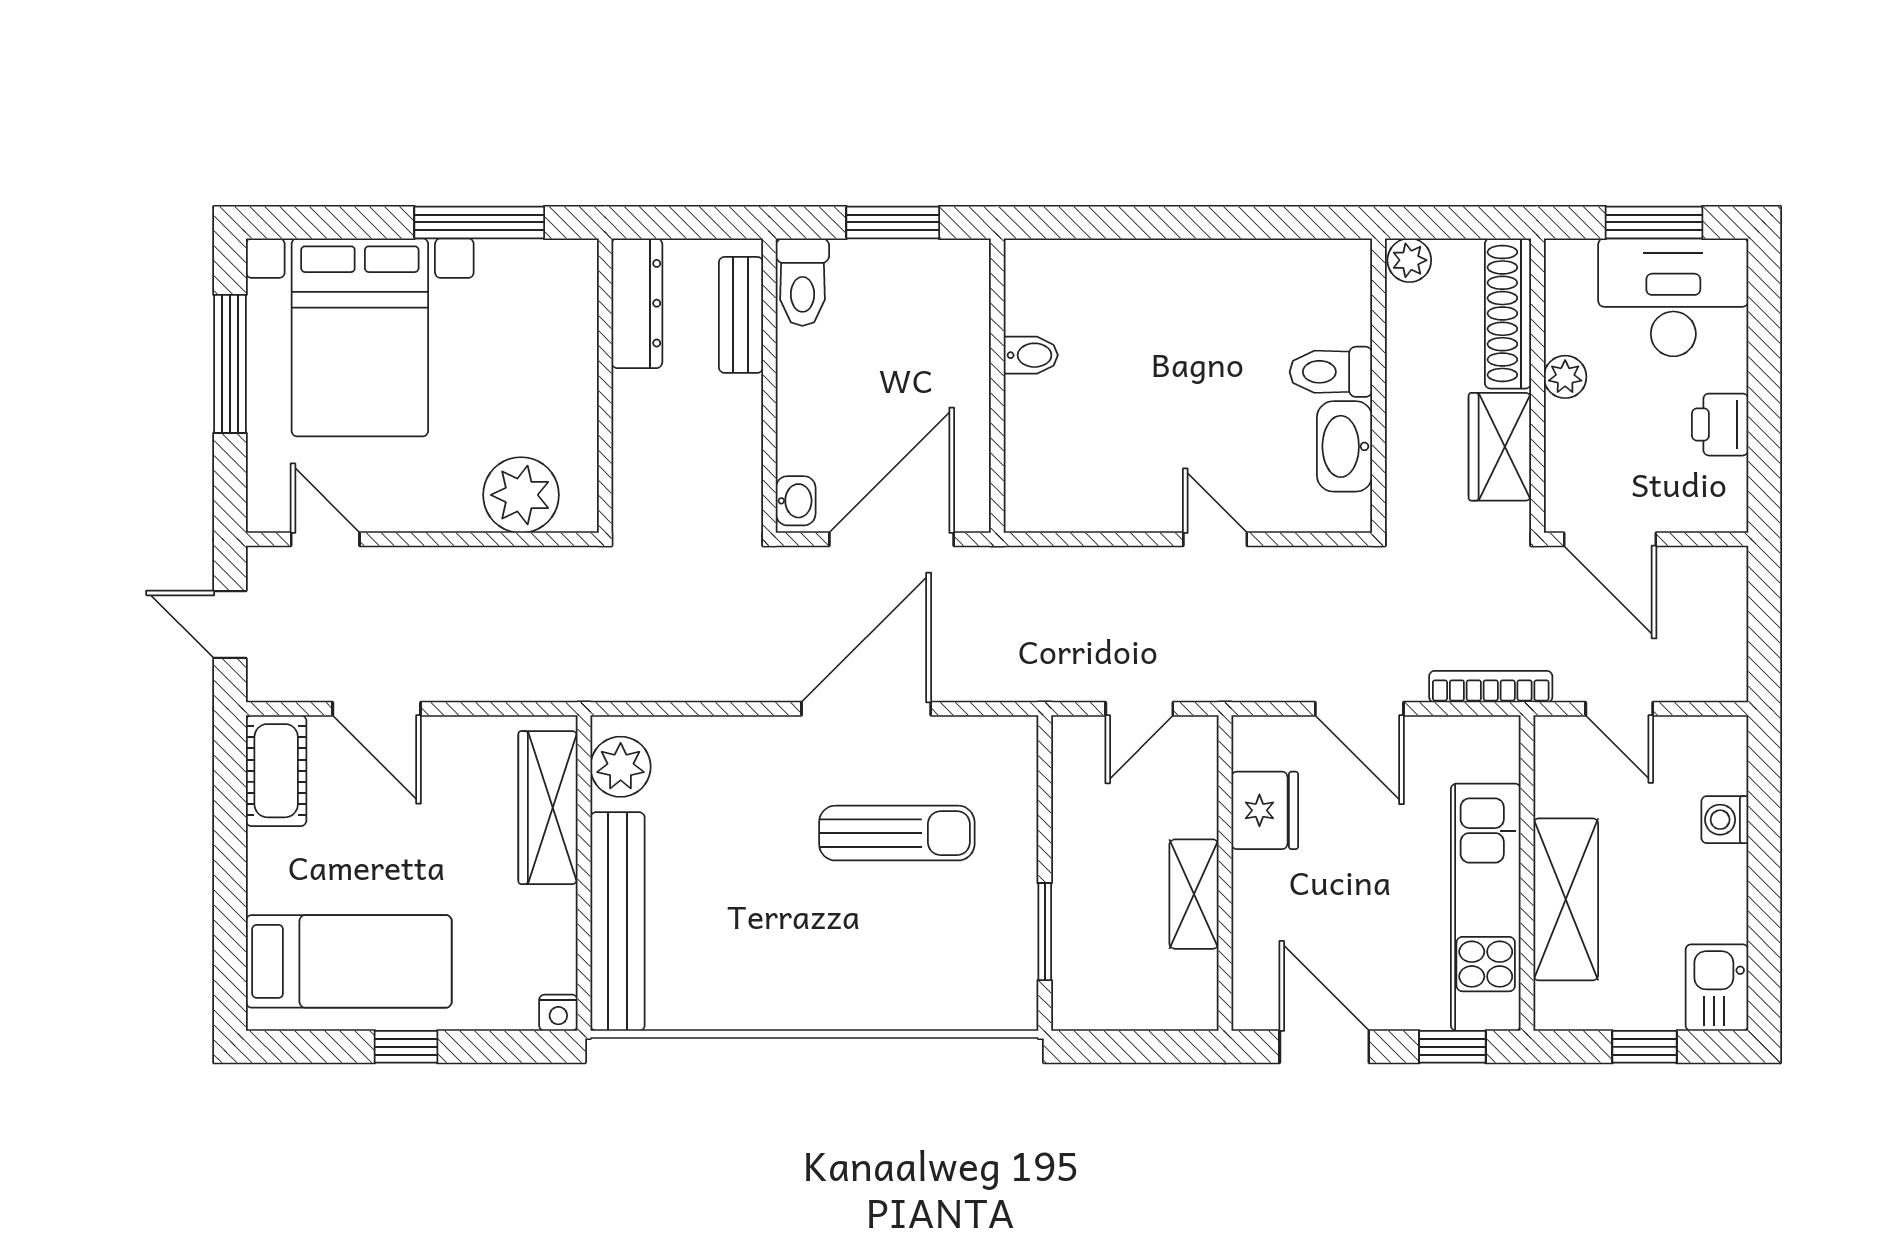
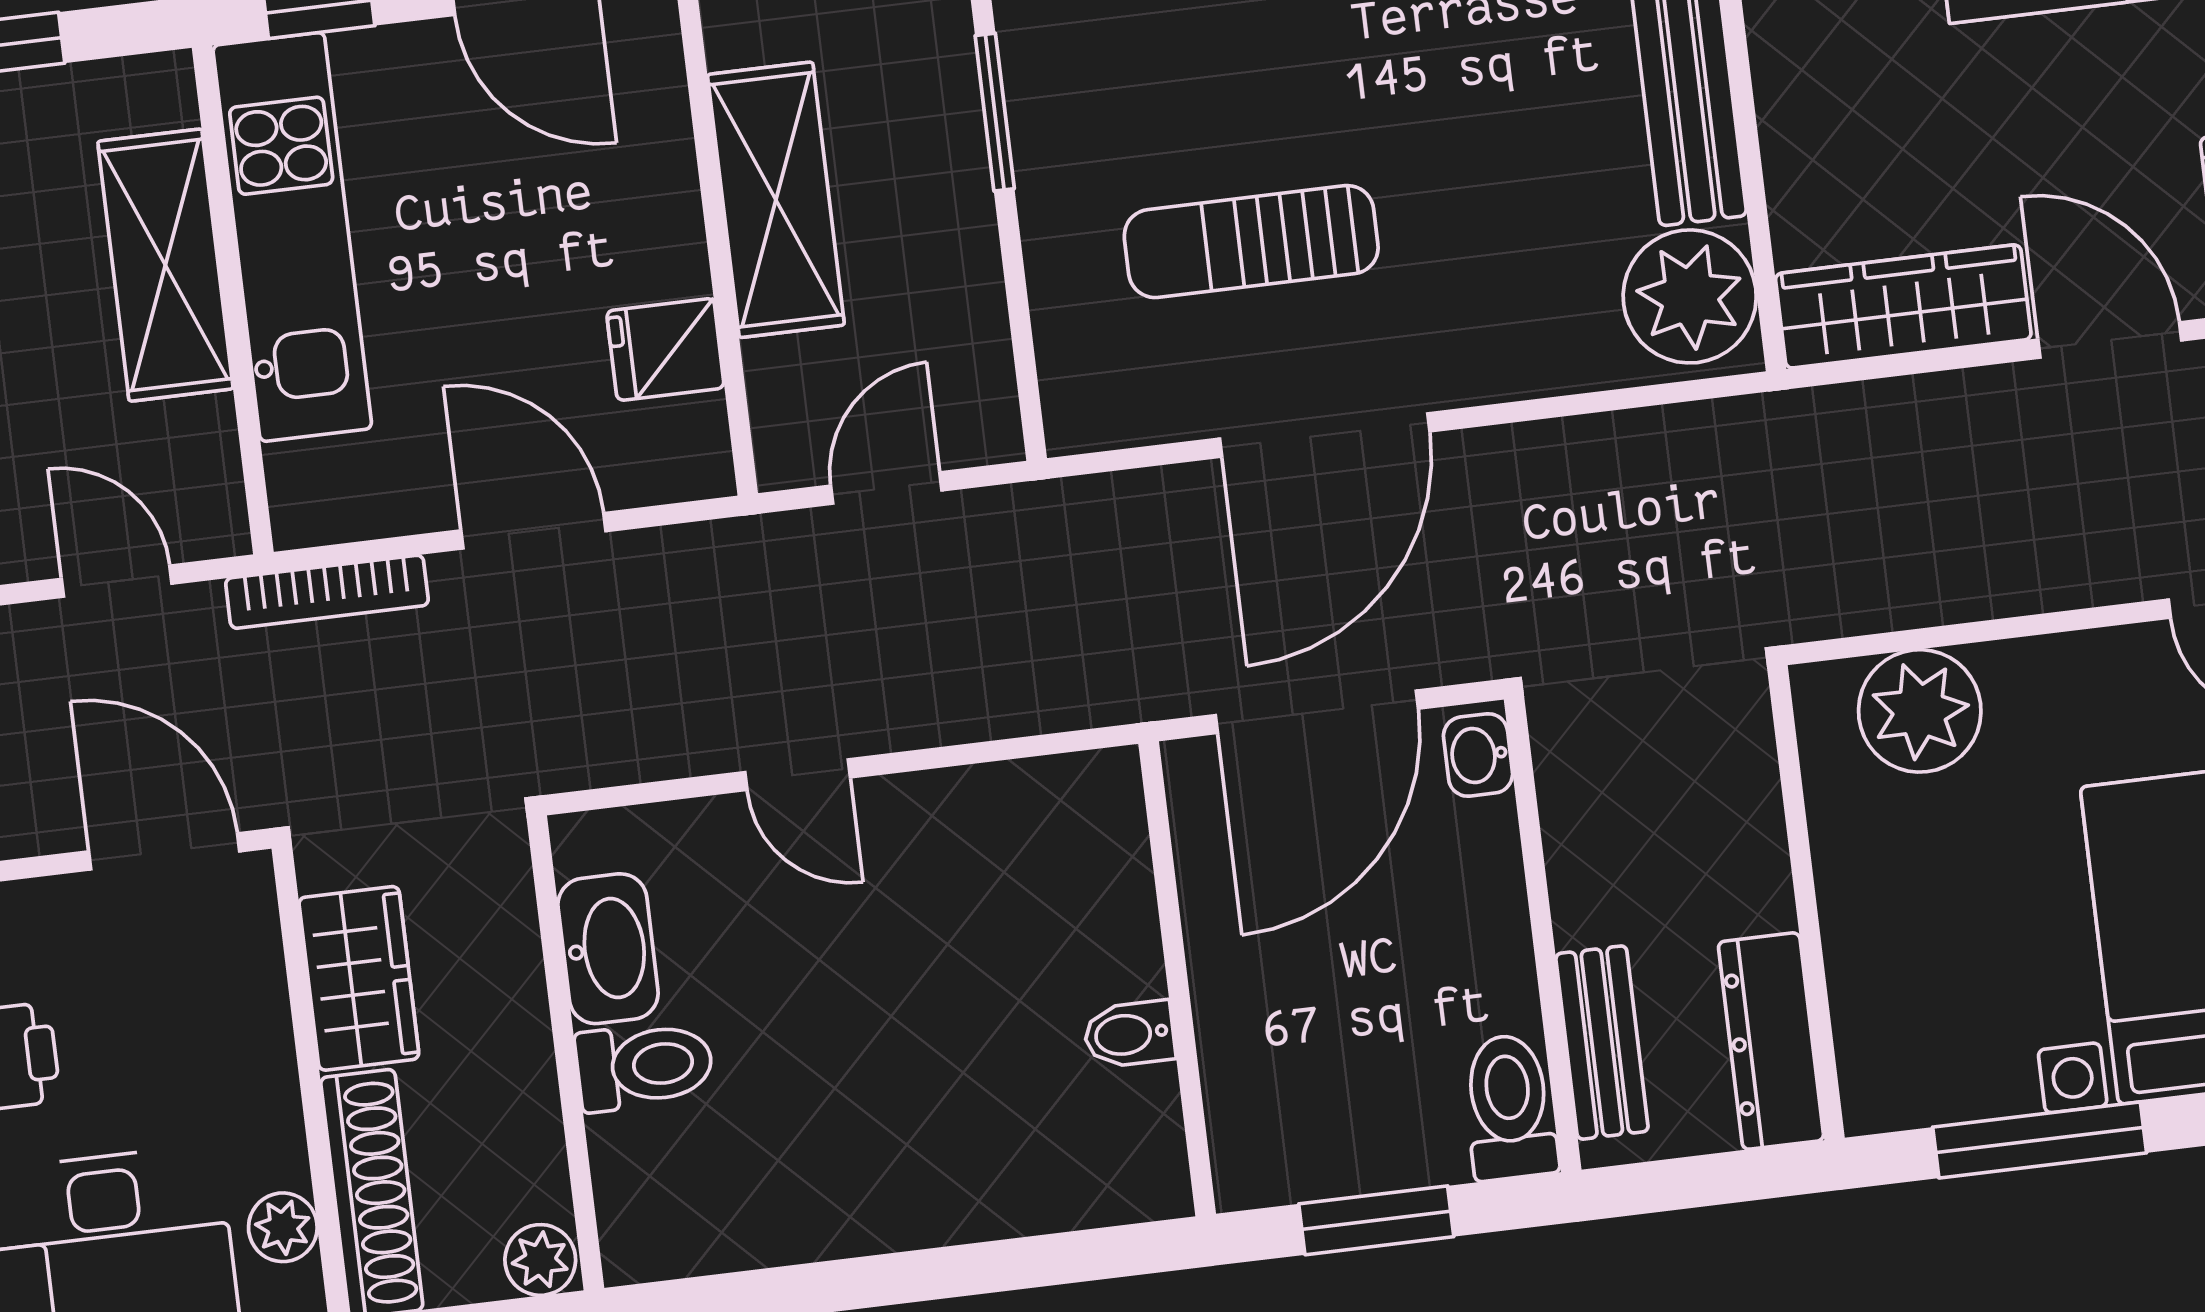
plant: (1565, 377) -> (283, 1227), moved
plant: (621, 767) -> (1690, 296), width x1.36, depth x1.36
wardrobe: (548, 808) -> (1903, 306), moved, turned -90
fridge: (1265, 810) -> (665, 349), width x0.72
shelving: (1194, 894) -> (776, 200), width x1.50, depth x1.33

